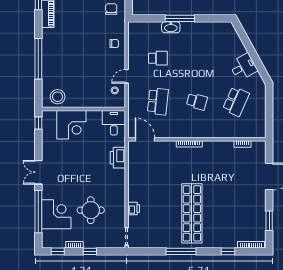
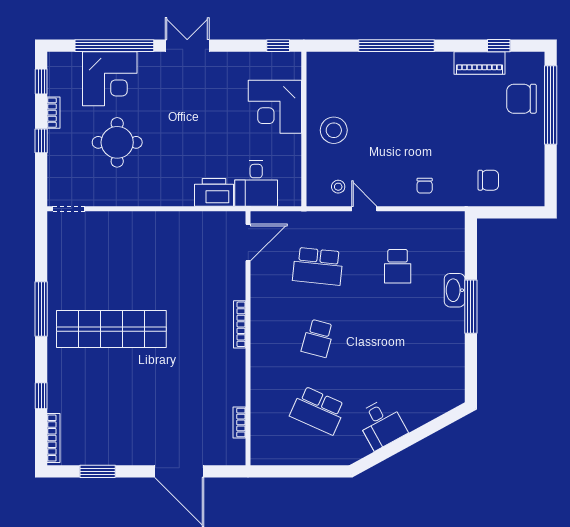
stool: (58, 97) -> (334, 130), moved
desk: (114, 123) -> (256, 183), moved, turned 90
printer: (134, 208) -> (120, 222), removed

